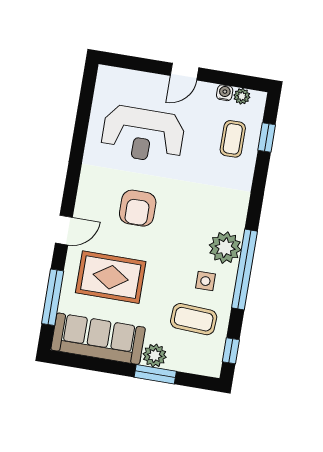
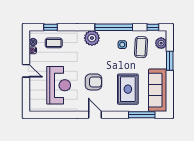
door: (64, 230) -> (95, 115), moved
plant: (225, 248) -> (92, 38), moved
plant: (155, 355) -> (161, 43), moved

